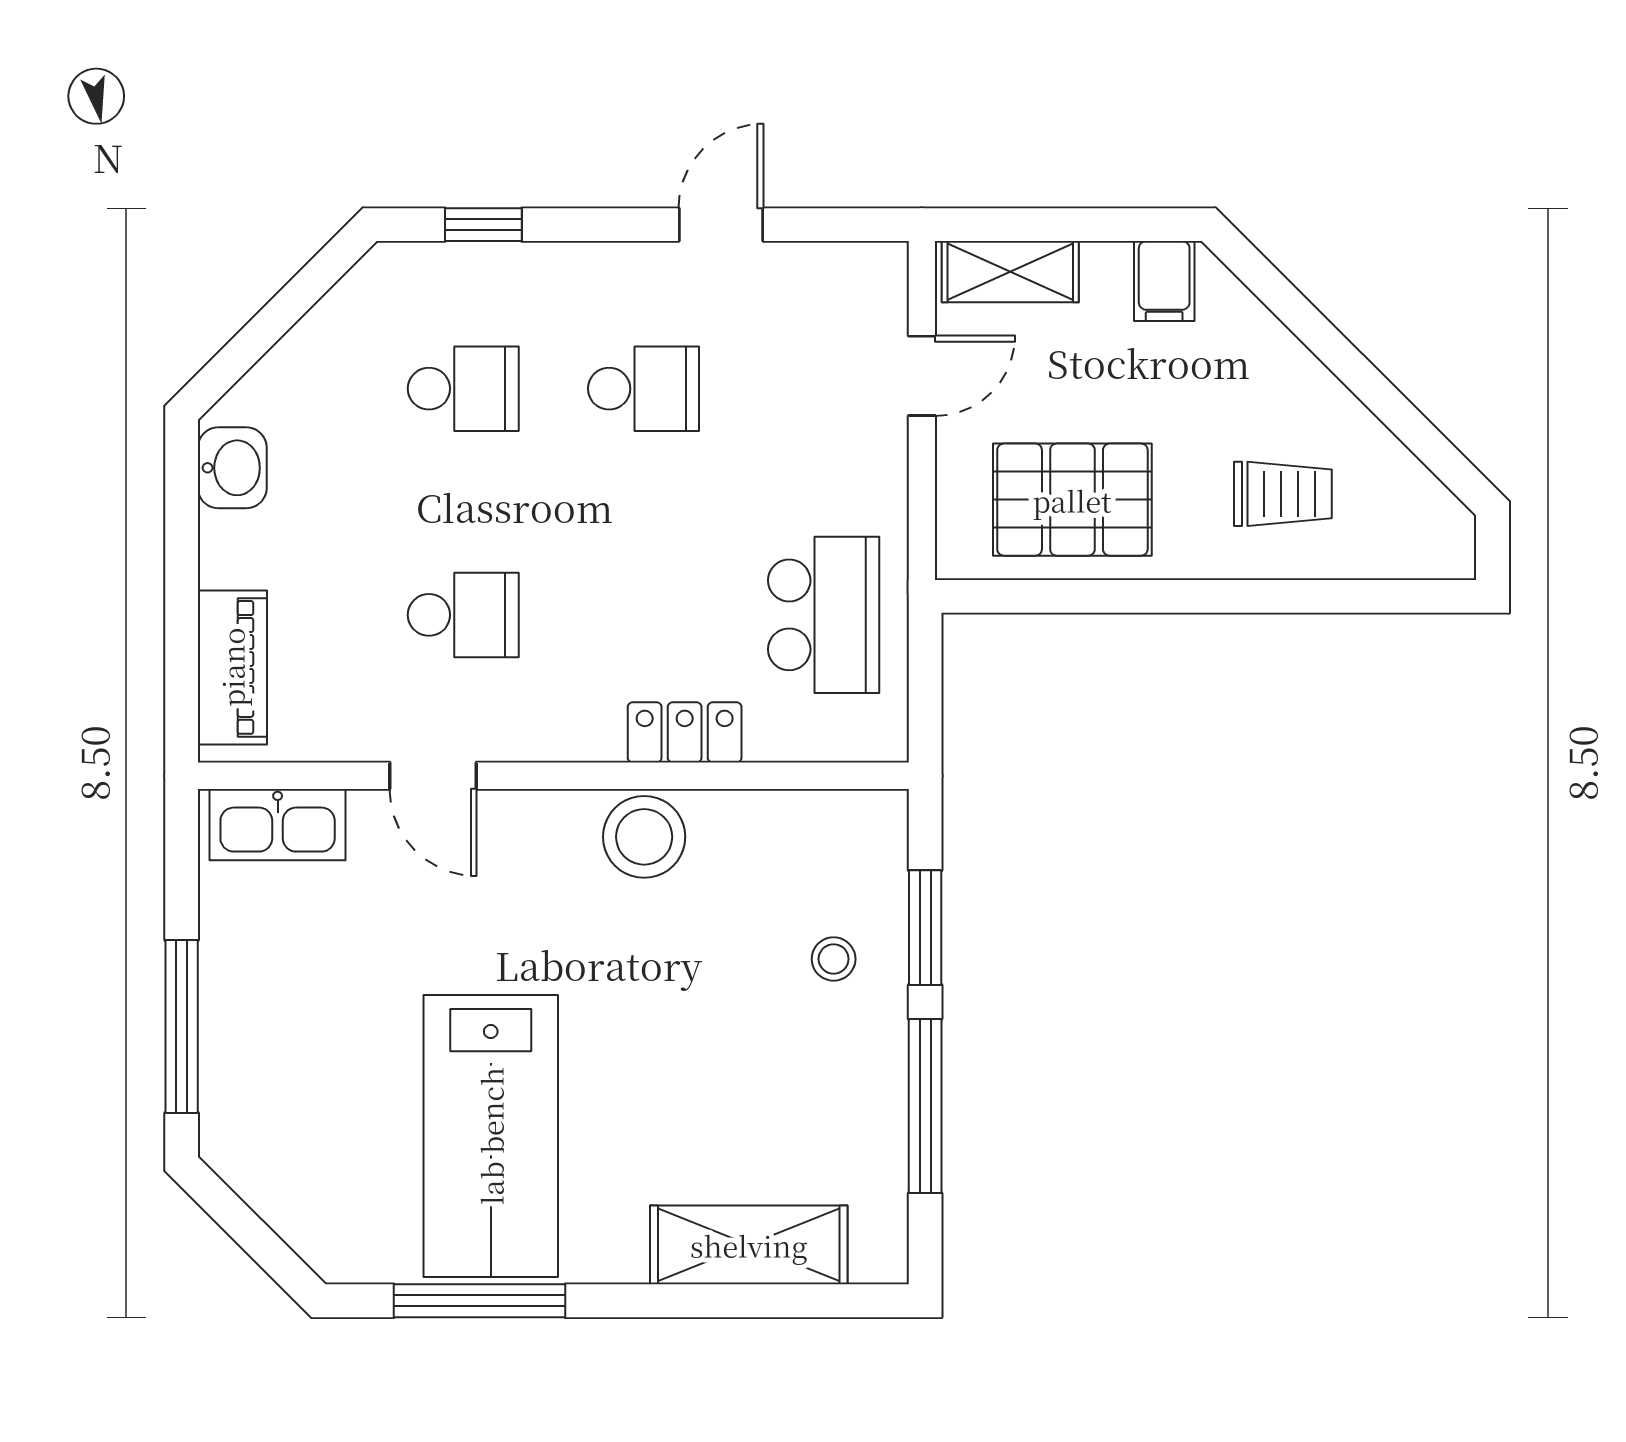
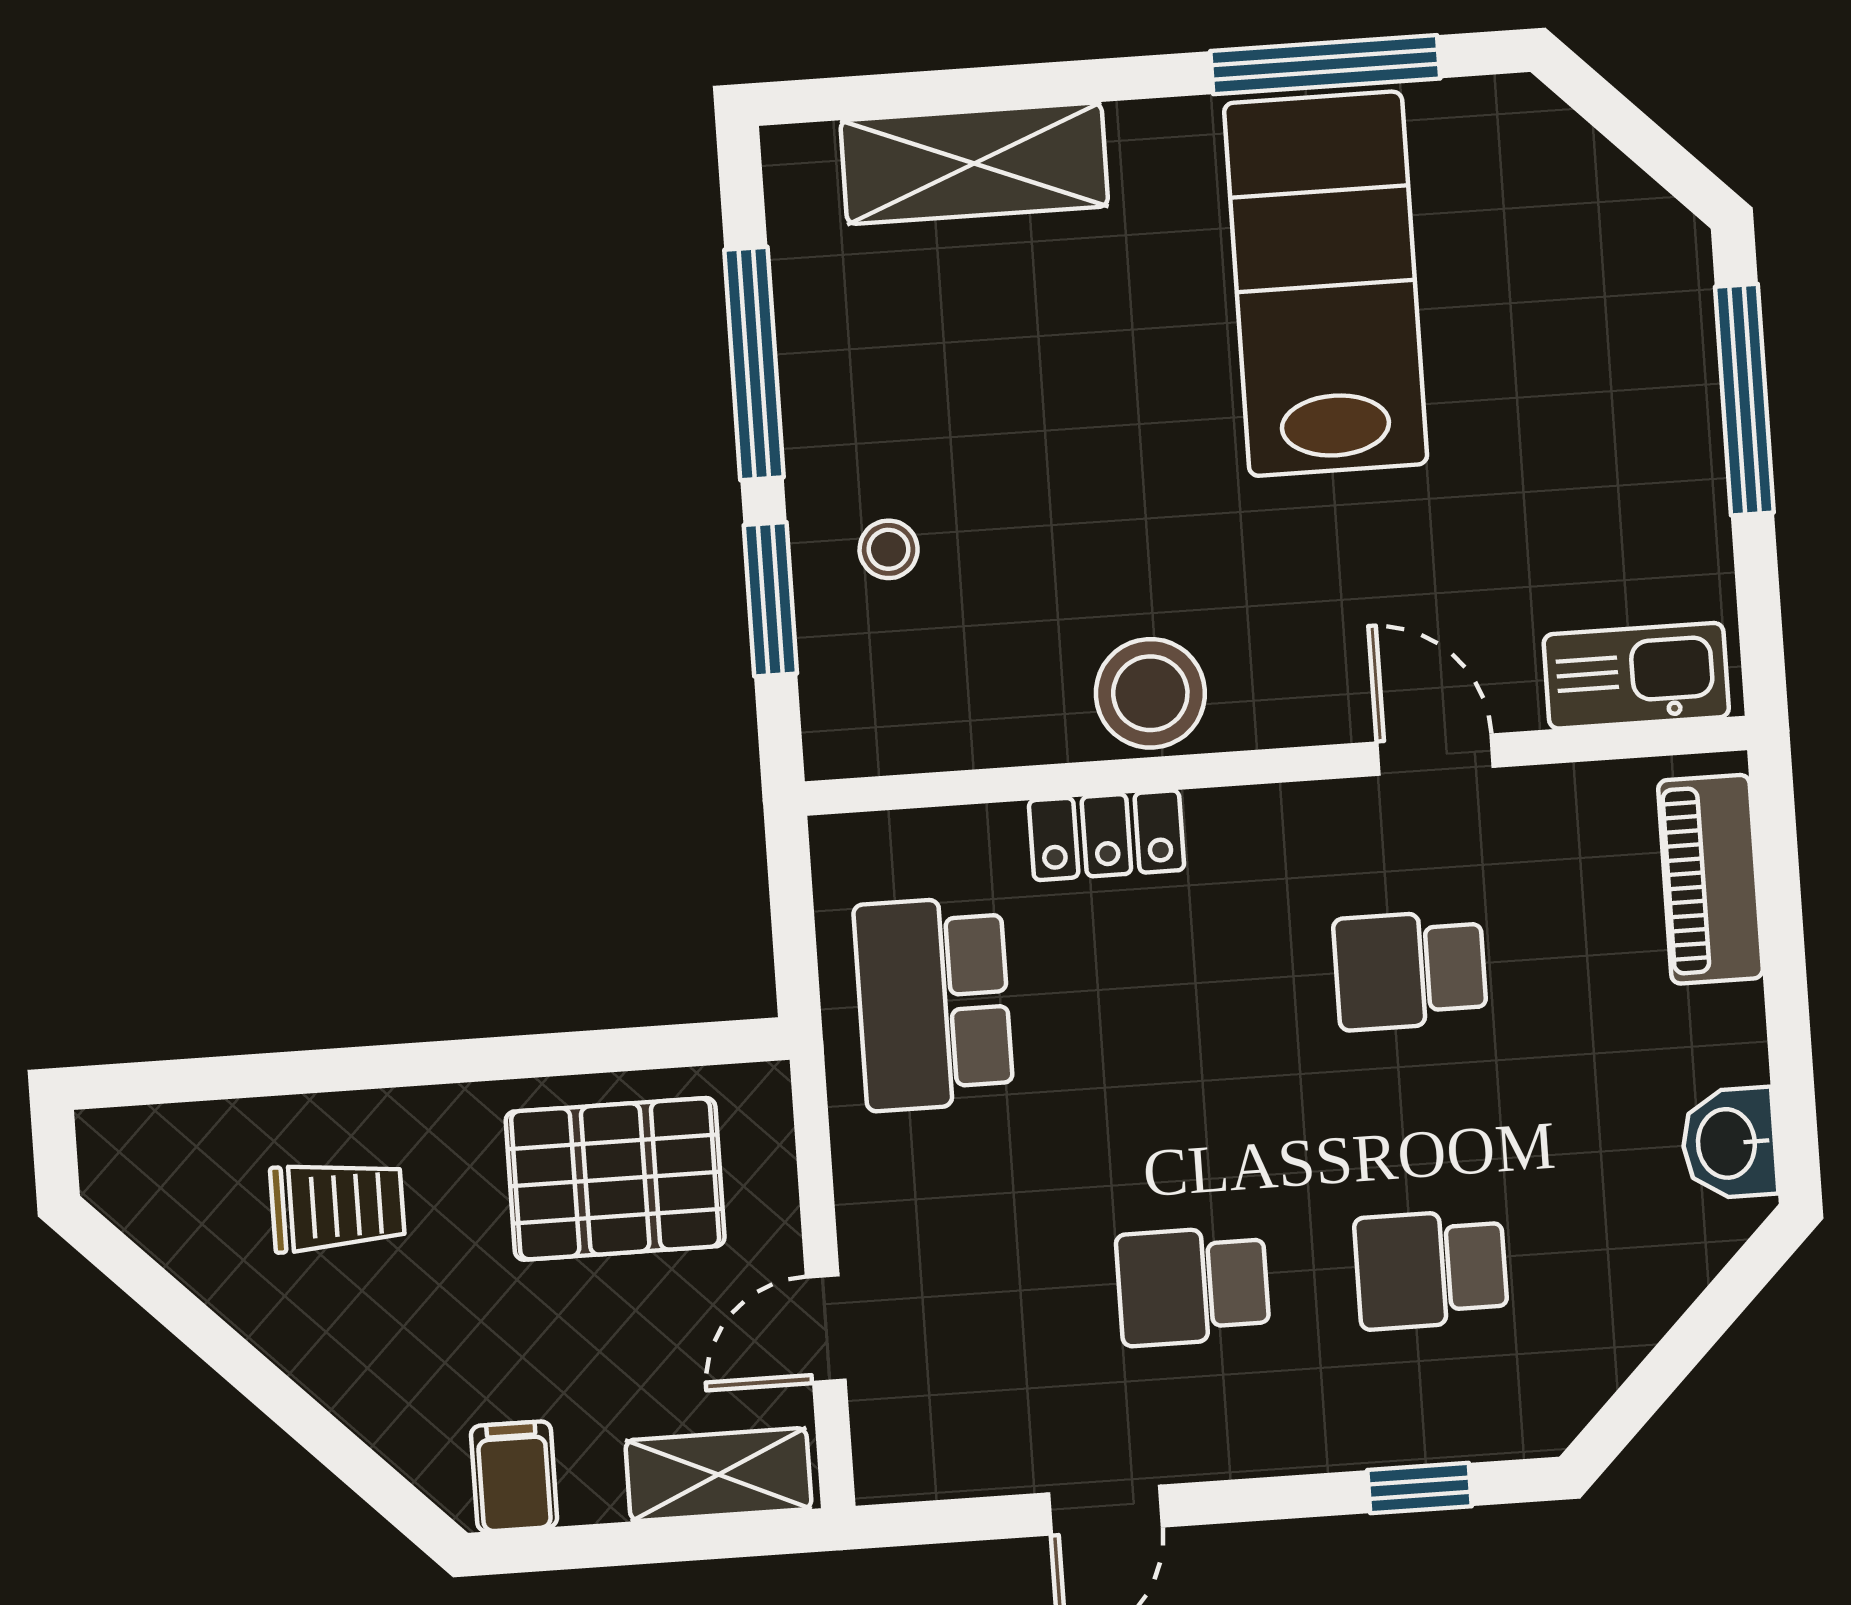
trolley: (1283, 494) -> (337, 1206), turned 180

